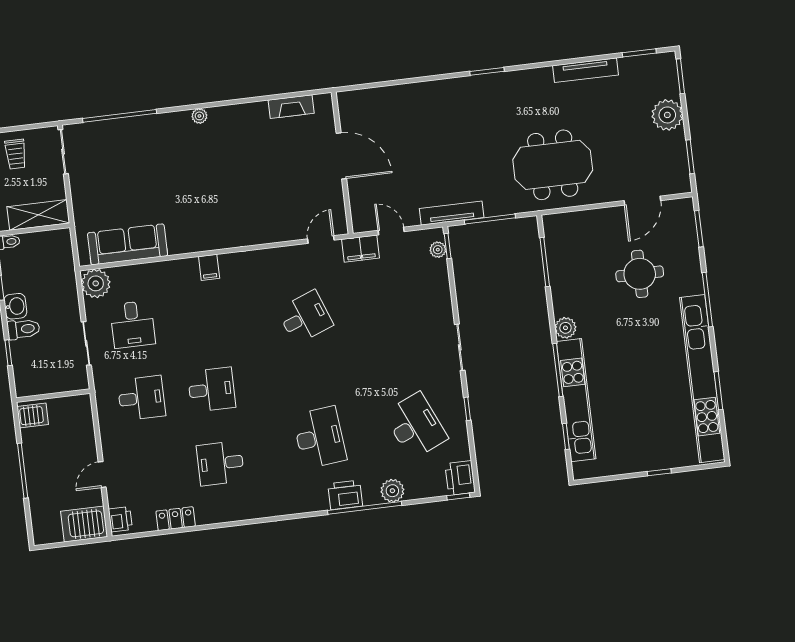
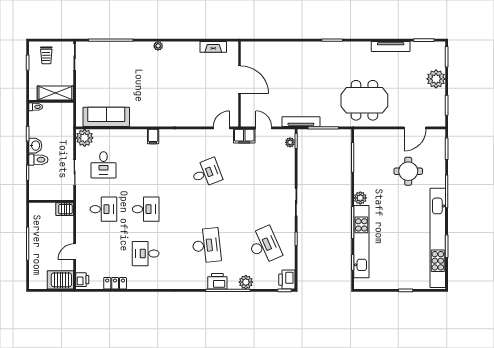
server rack: (33, 415) -> (65, 209), moved, turned 180

